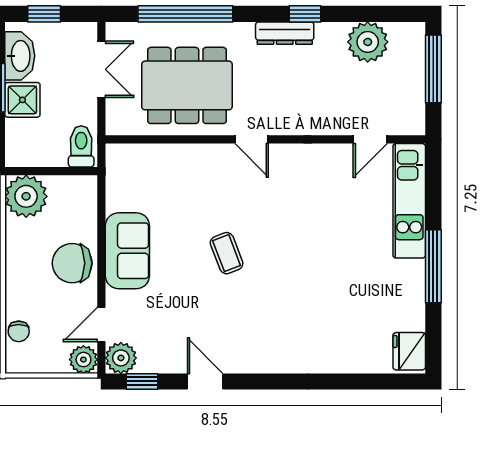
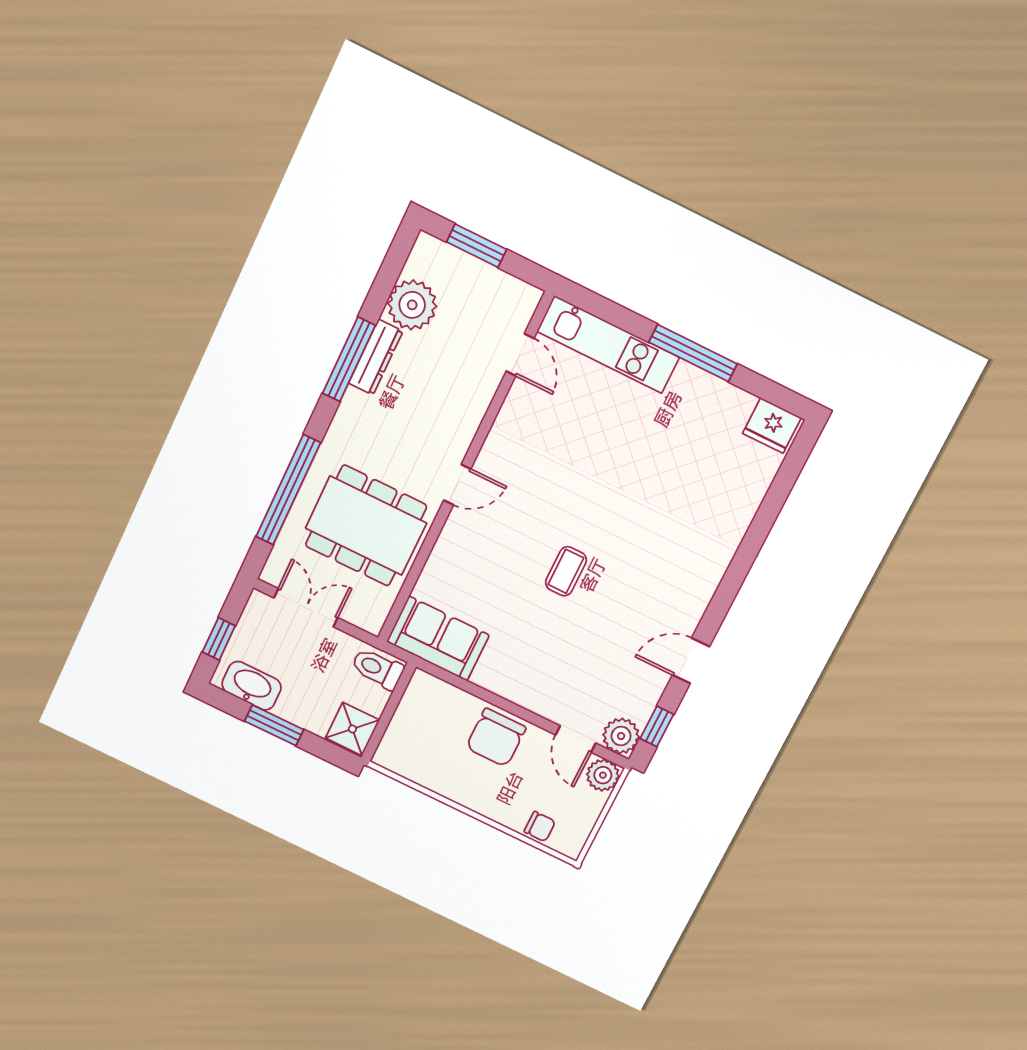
window: (305, 14) -> (349, 359), width x2.17
dresser: (285, 33) -> (376, 357), moved
window: (433, 69) -> (477, 246), width x0.69
dining table: (187, 85) -> (366, 526), turned 90
shower: (22, 100) -> (352, 729), moved
plant: (26, 196) -> (402, 751), removed
sofa: (127, 251) -> (438, 639), moved
coffee table: (227, 253) -> (566, 571), turned -69

